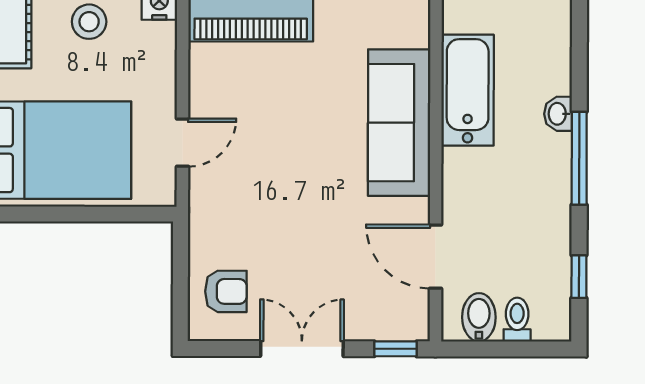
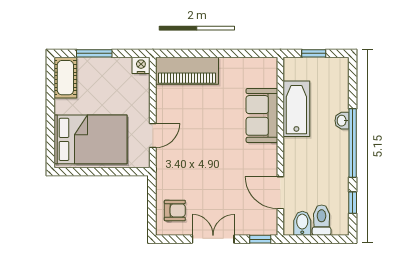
stool: (89, 22) -> (106, 75), removed
sofa: (399, 123) -> (262, 115), width x0.73
window: (579, 158) -> (353, 143), width x1.46
toilet: (517, 320) -> (322, 220), width x1.37, depth x1.39

